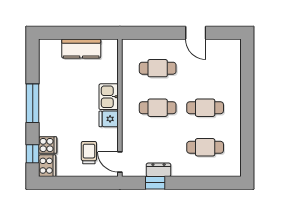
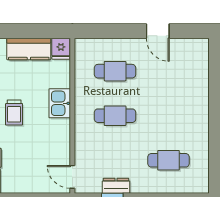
cafe table: (205, 108) -> (169, 116), removed
fridge: (109, 119) -> (61, 49), moved, turned -90
trolley: (89, 153) -> (14, 113), moved, turned 180

